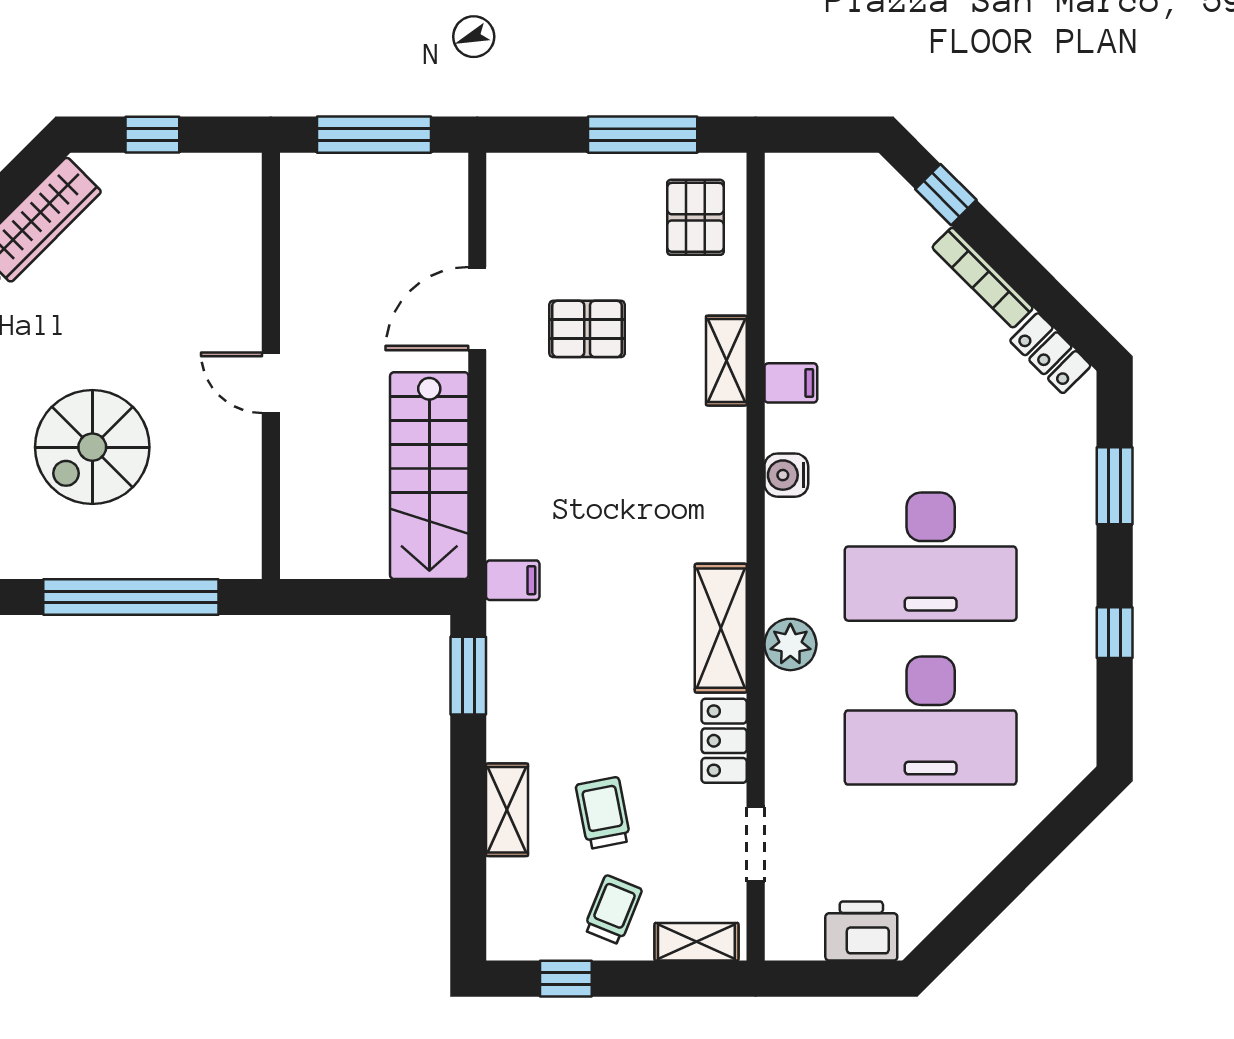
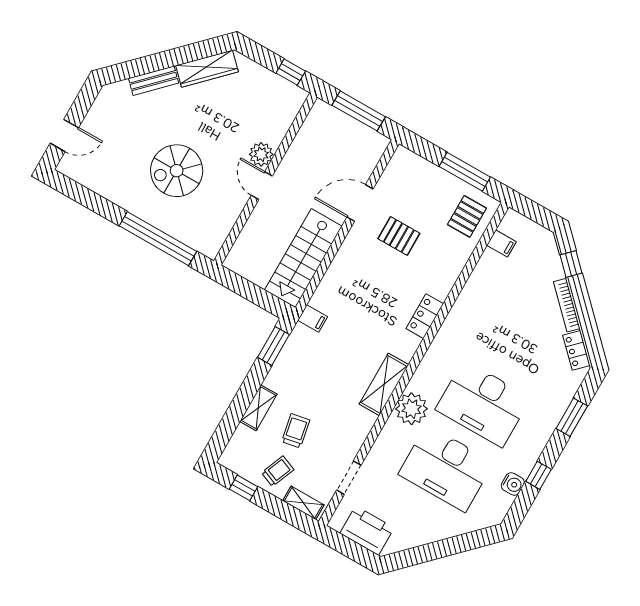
window: (152, 135) -> (291, 72), moved
plant: (236, 324) -> (261, 154), added
shelving: (726, 361) -> (447, 280), removed
filing cabinet: (791, 383) -> (501, 243), moved
water cooler: (786, 475) -> (513, 484), moved, turned 180
plant: (790, 644) -> (412, 409), width x1.36, depth x1.36
locker: (724, 741) -> (425, 316), moved
printer: (861, 931) -> (367, 531), width x1.37, depth x1.19

